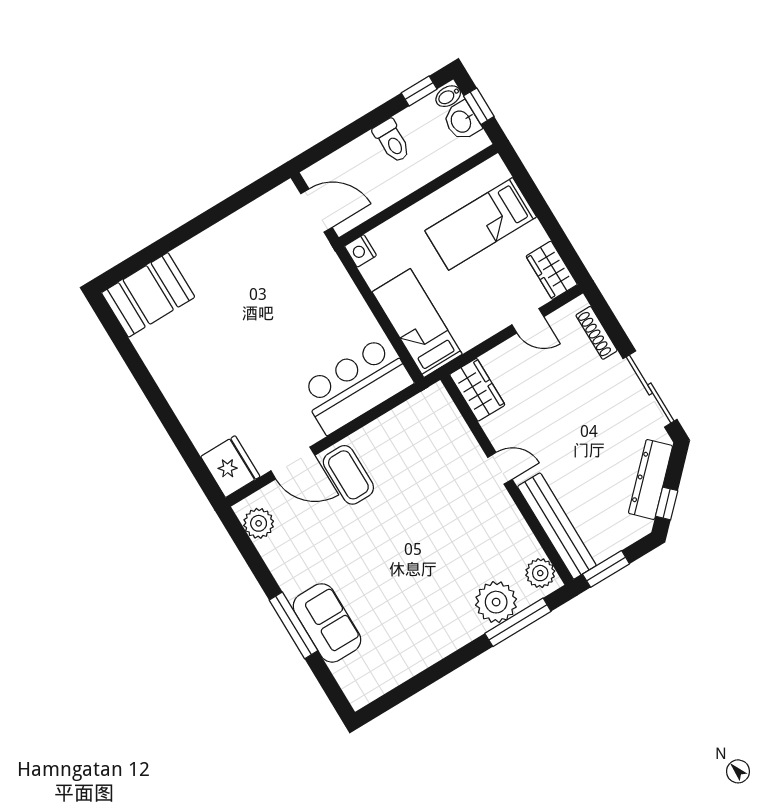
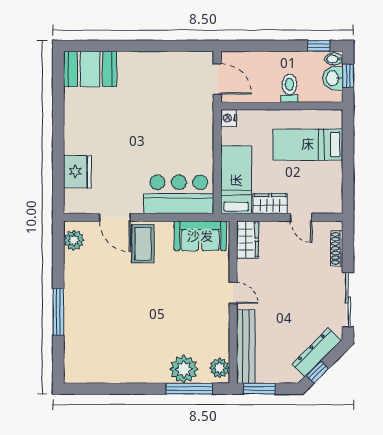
toilet: (392, 141) -> (289, 88), moved, turned 180
wardrobe: (552, 270) -> (270, 204), moved, turned 90
fridge: (230, 467) -> (77, 172), moved
sofa: (327, 623) -> (200, 236), moved, turned 90

